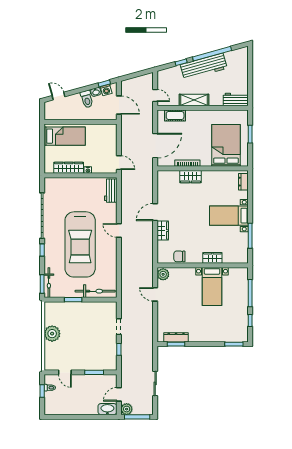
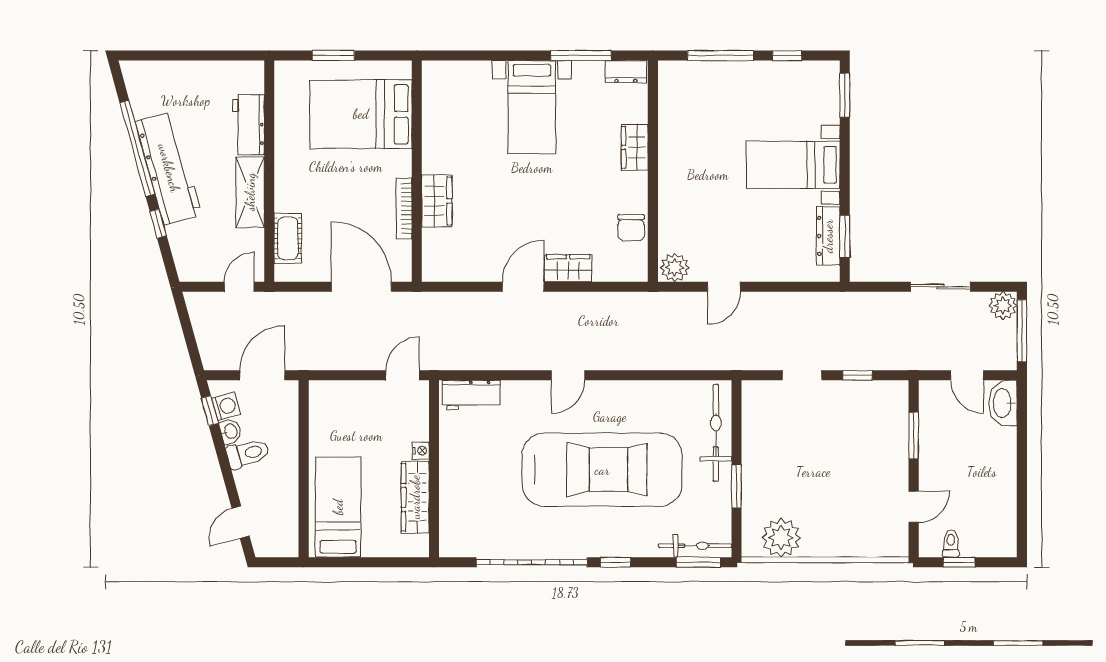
workbench: (236, 99) -> (249, 125), moved
dresser: (243, 182) -> (626, 72), moved
door: (155, 212) -> (523, 287), swing flipped
bed with nightstands: (212, 287) -> (793, 165), moved, turned 180
plant: (52, 334) -> (781, 538), moved
plant: (127, 409) -> (1003, 306), moved

